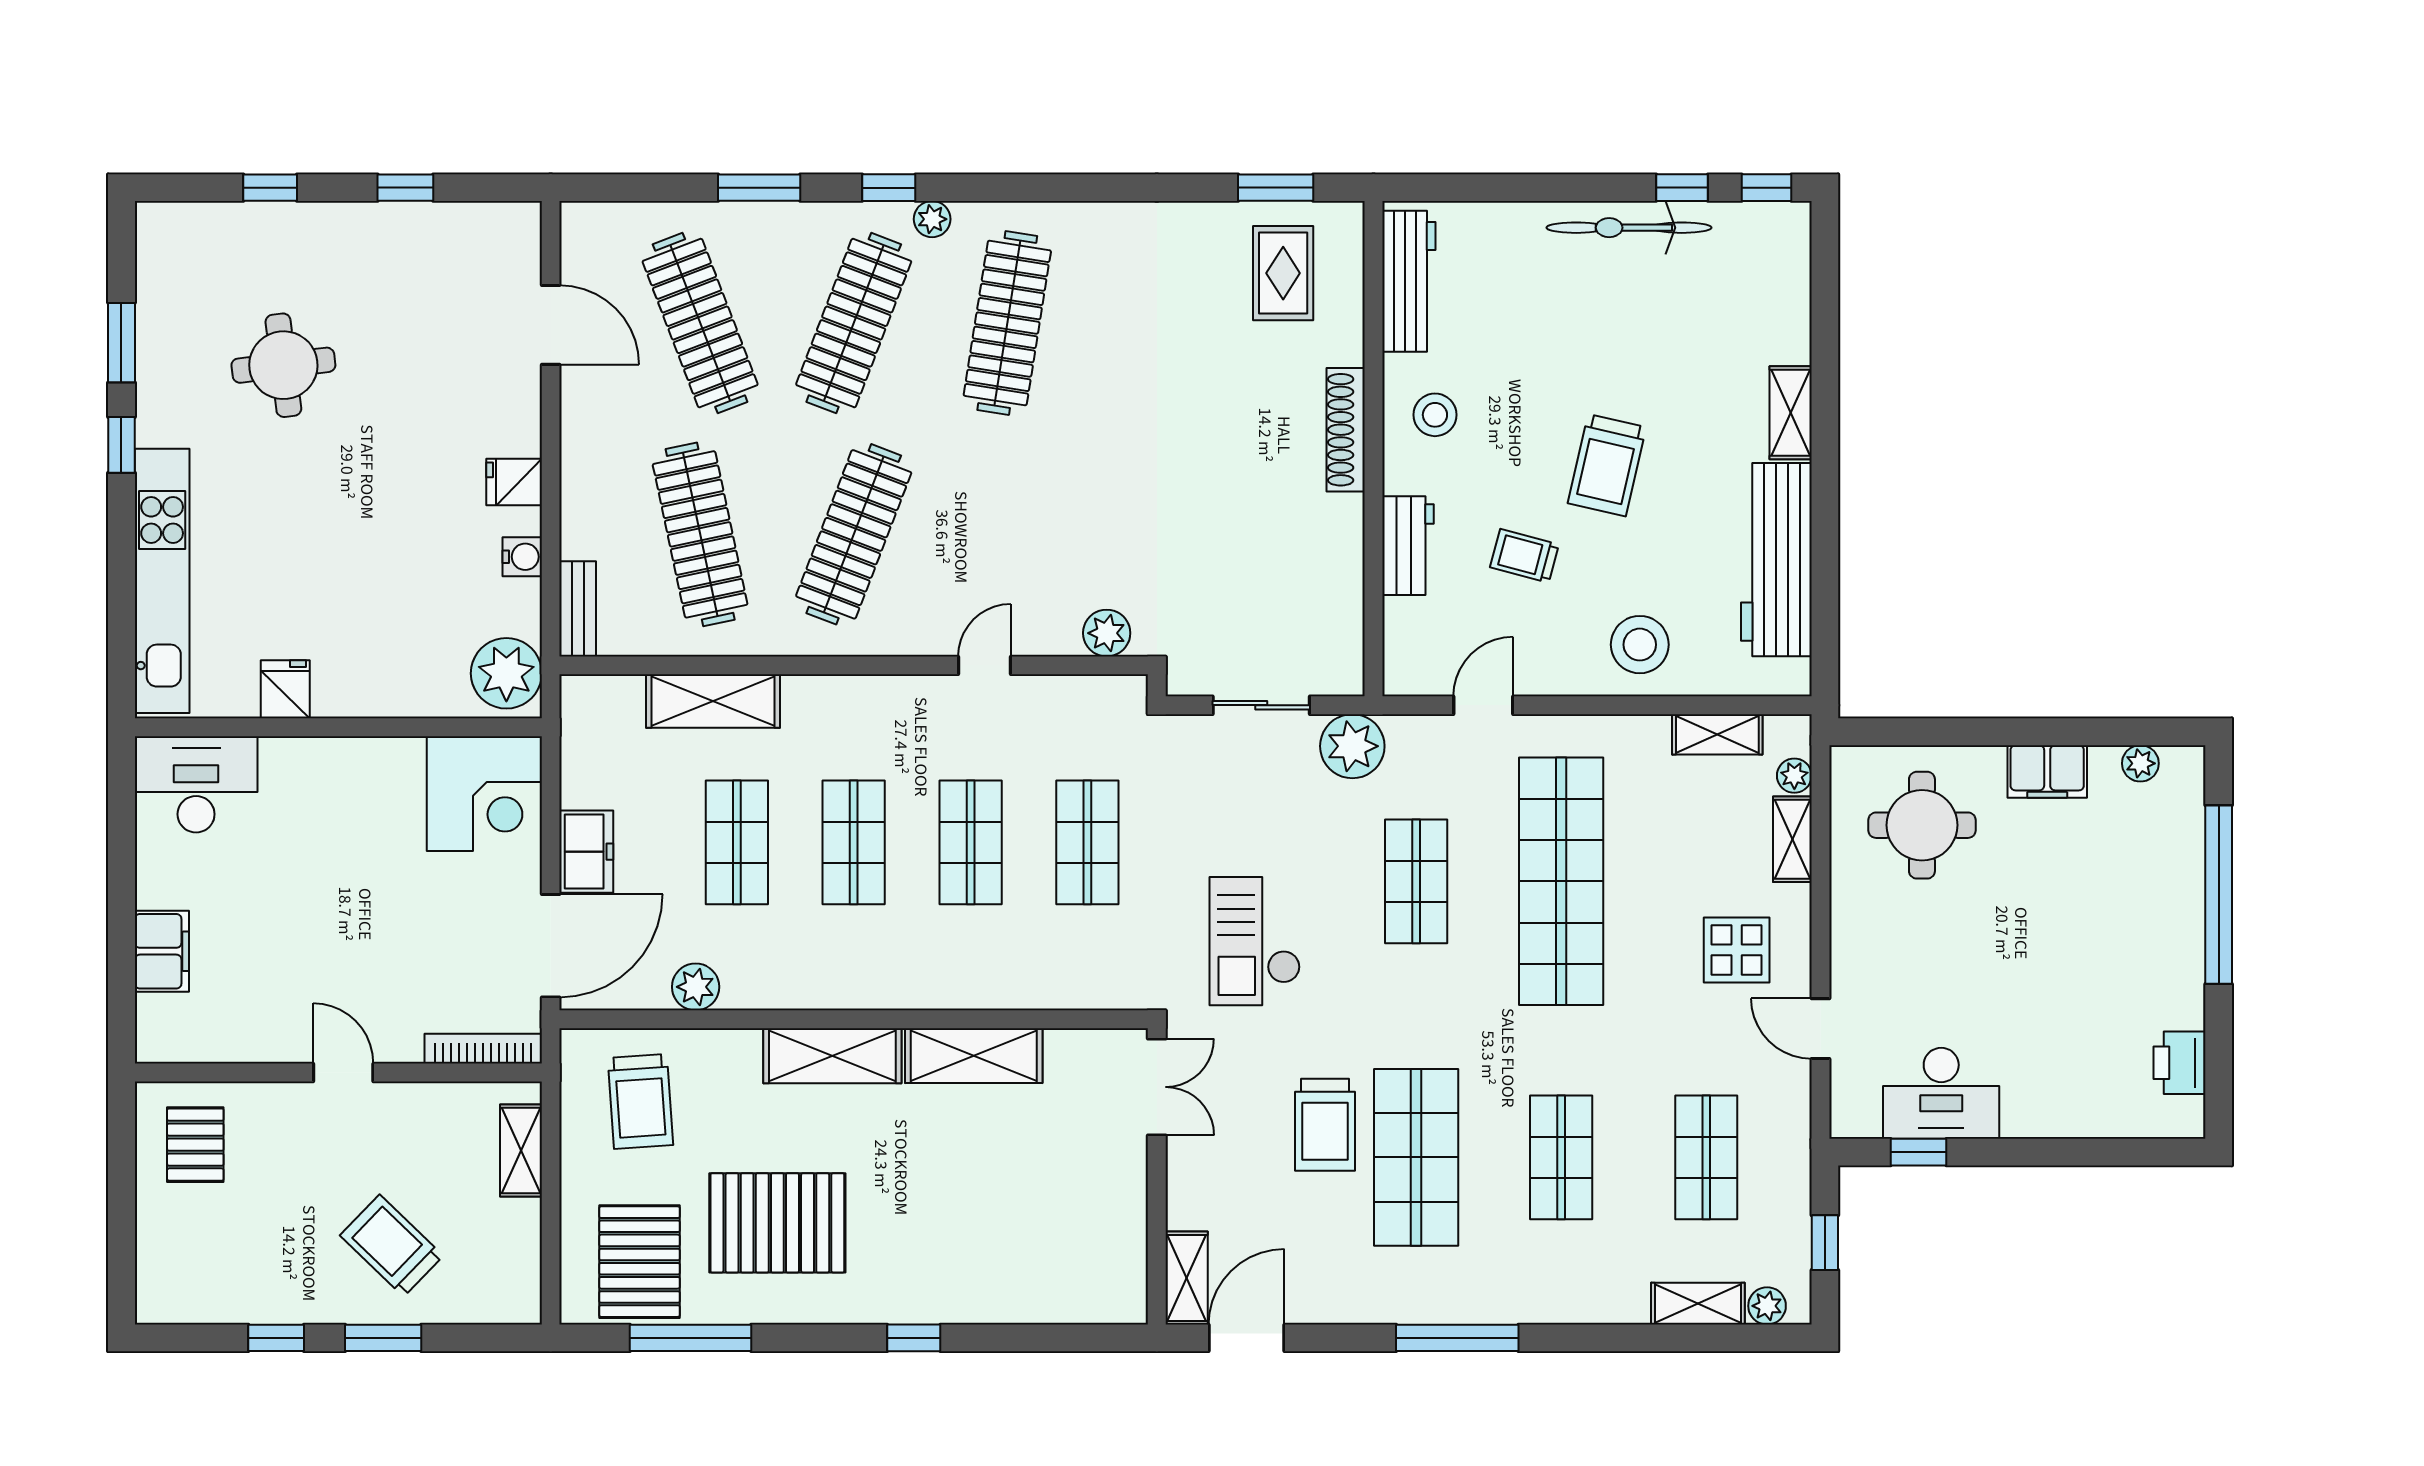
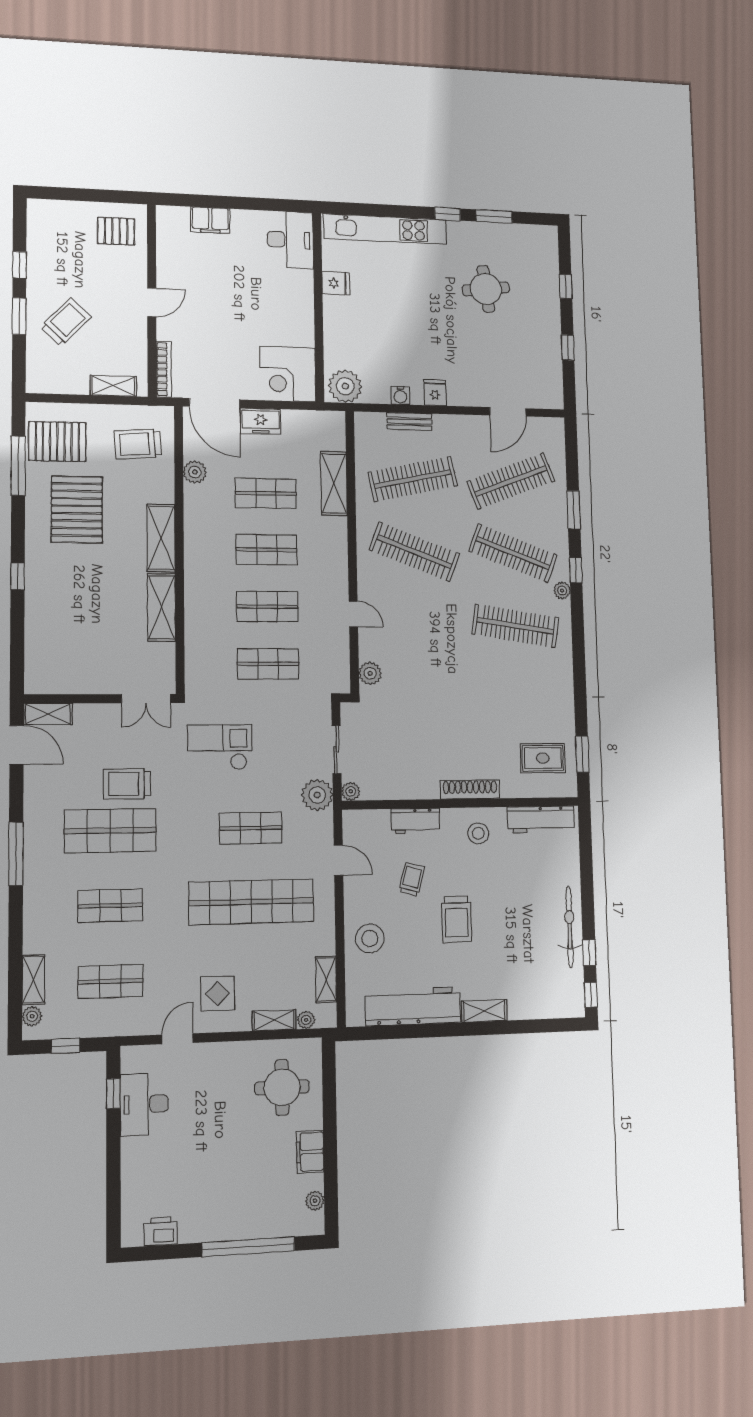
trolley: (1607, 465) -> (457, 919), turned -103
bench: (578, 609) -> (409, 421), moved
plant: (1346, 678) -> (351, 791), added

